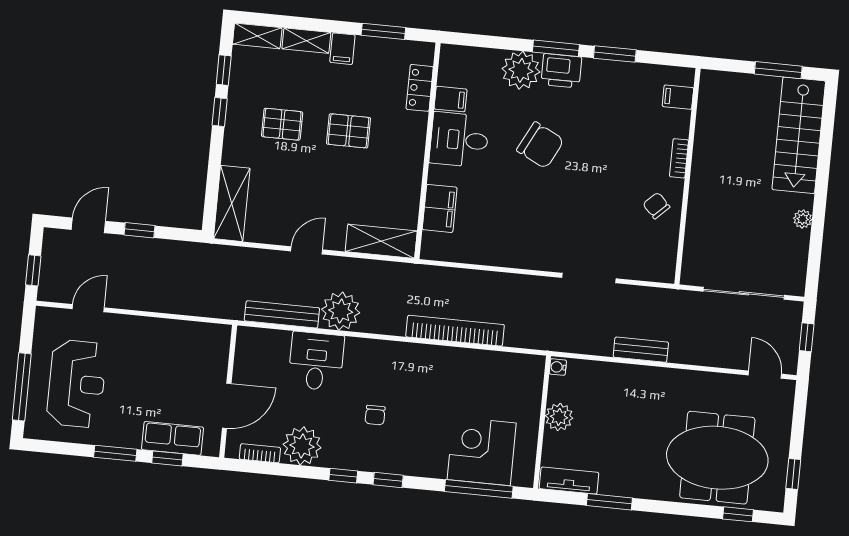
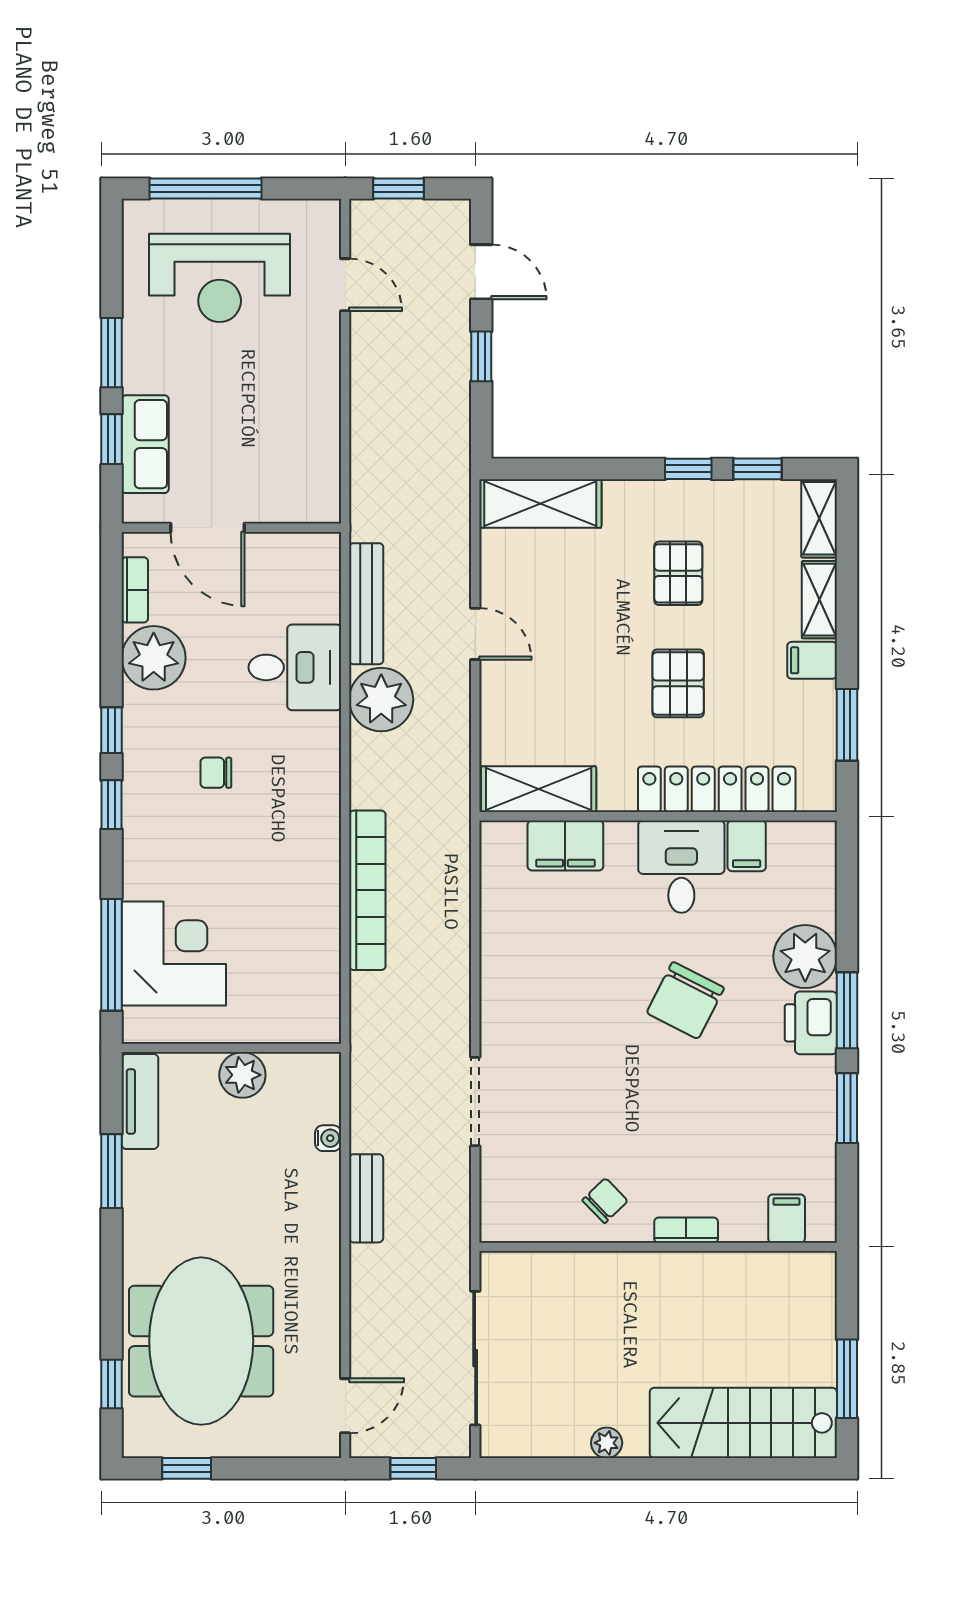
locker: (420, 88) -> (717, 789), width x2.16, depth x1.21
shelving: (381, 241) -> (539, 789), moved, turned 90
water cooler: (558, 367) -> (328, 1138), moved, turned 90

